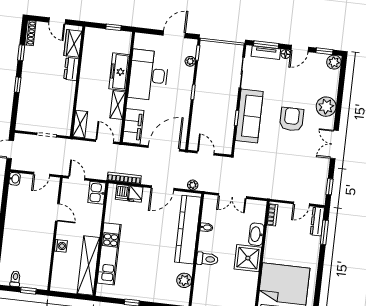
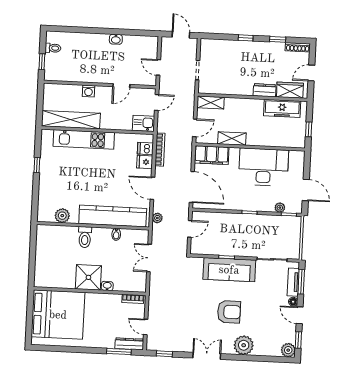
freezer: (119, 72) -> (282, 108), moved, turned 180
washbasin: (15, 179) -> (116, 39), moved
washbasin: (256, 234) -> (107, 286), width x0.52, depth x0.69

